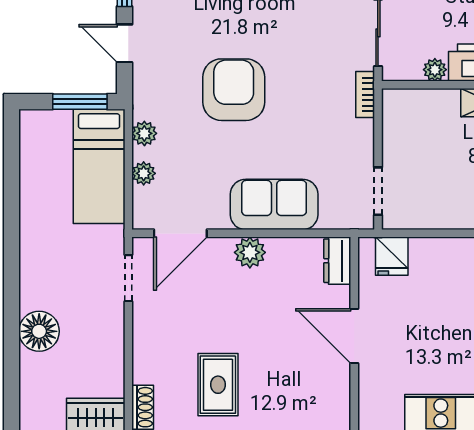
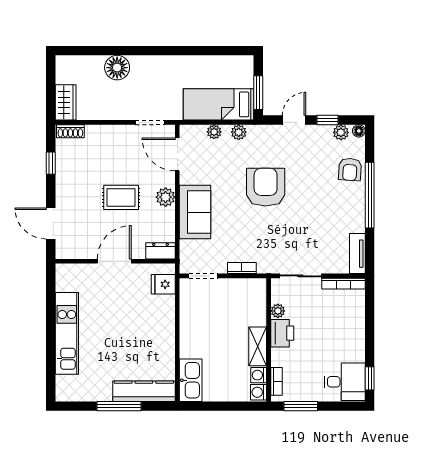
armchair: (234, 90) -> (266, 187), turned -90
bookcase: (365, 95) -> (242, 268), moved
rug: (218, 385) -> (121, 197), moved

